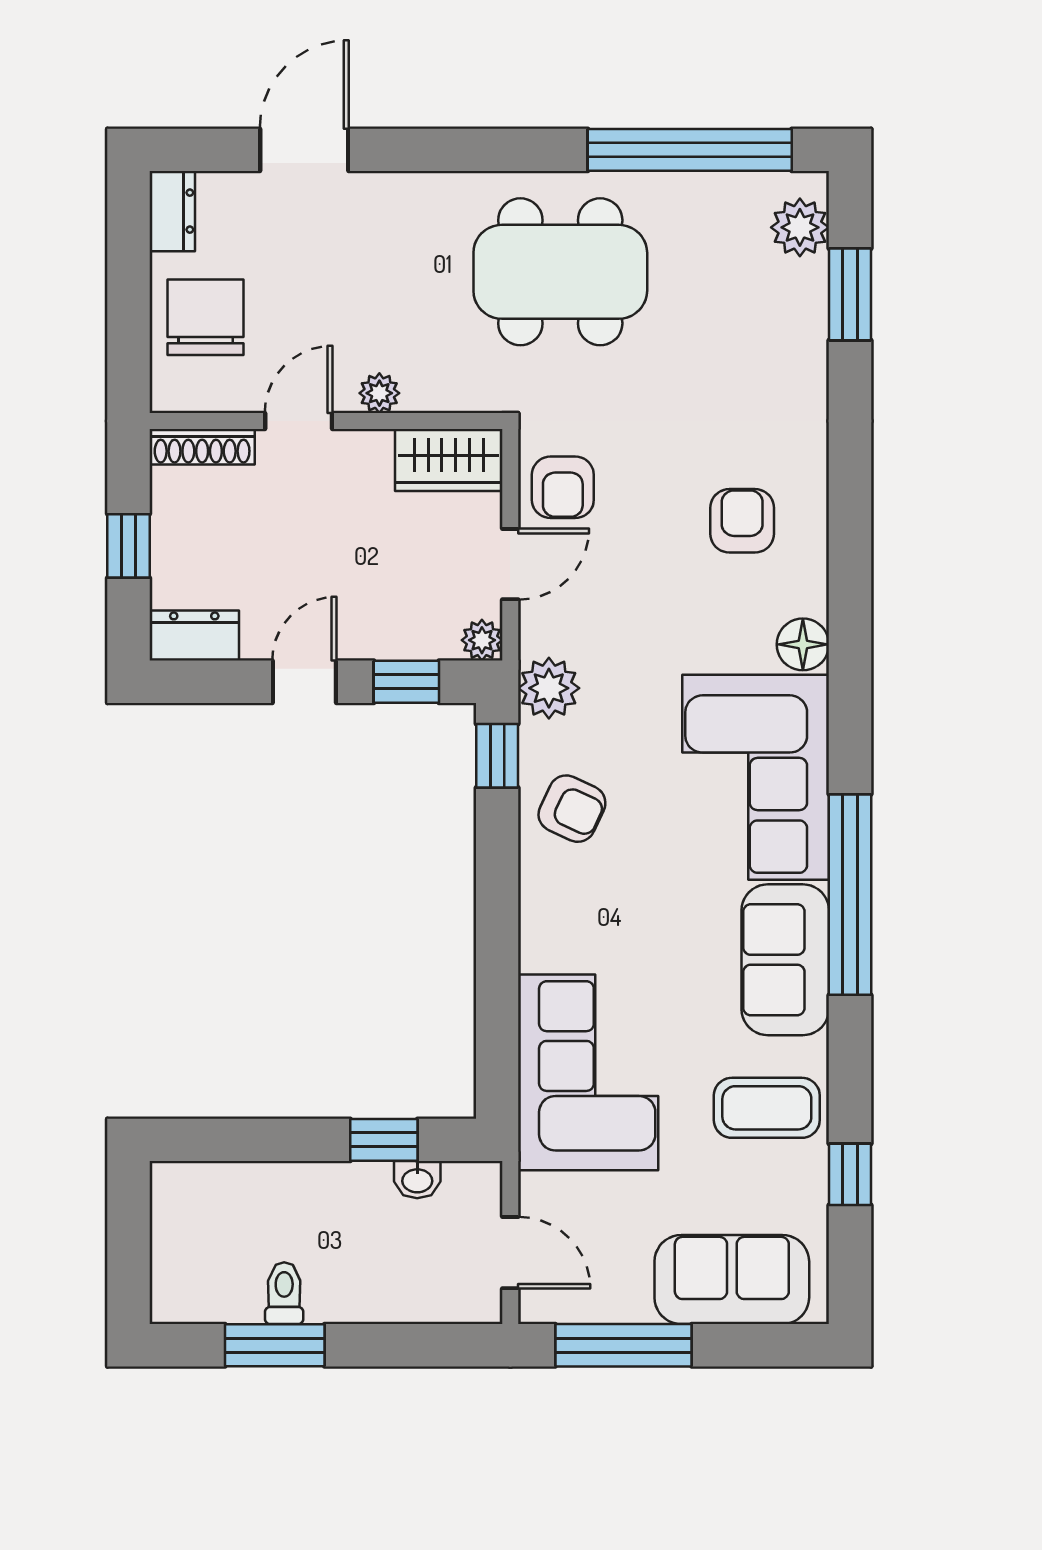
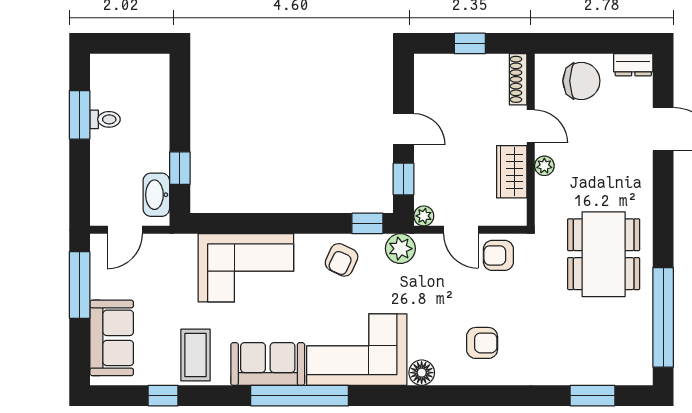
plant: (800, 227) -> (625, 371), removed
wardrobe: (449, 460) -> (512, 172), moved
dresser: (194, 636) -> (426, 75), removed
corner sofa: (588, 1072) -> (246, 268), moved
washbasin: (417, 1180) -> (156, 195), width x1.91, depth x1.45

